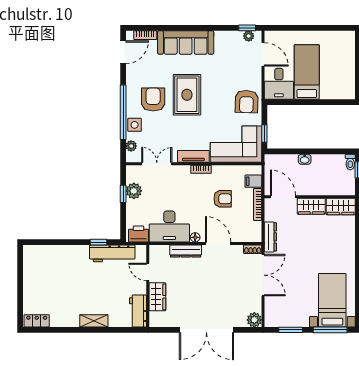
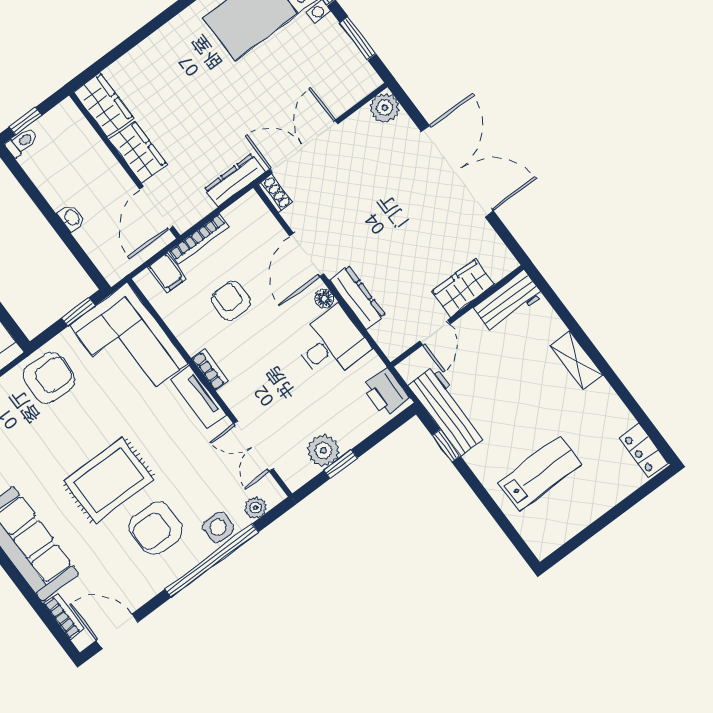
desk: (169, 226) -> (331, 344), width x0.73
lab bench: (59, 272) -> (540, 474), added

